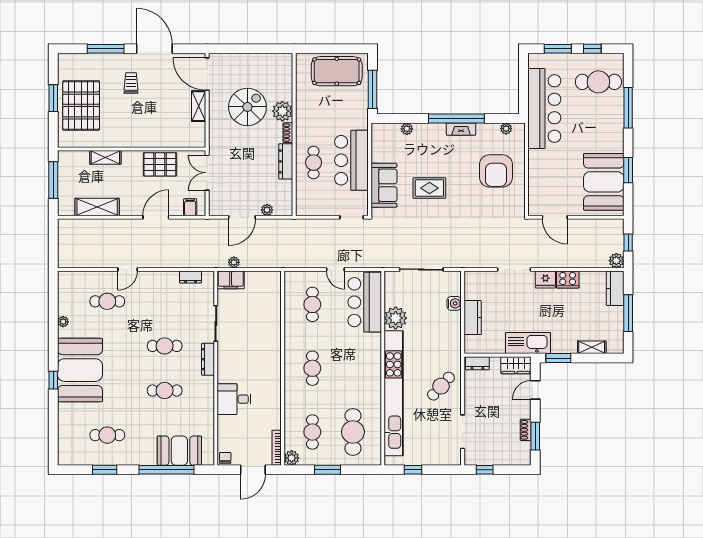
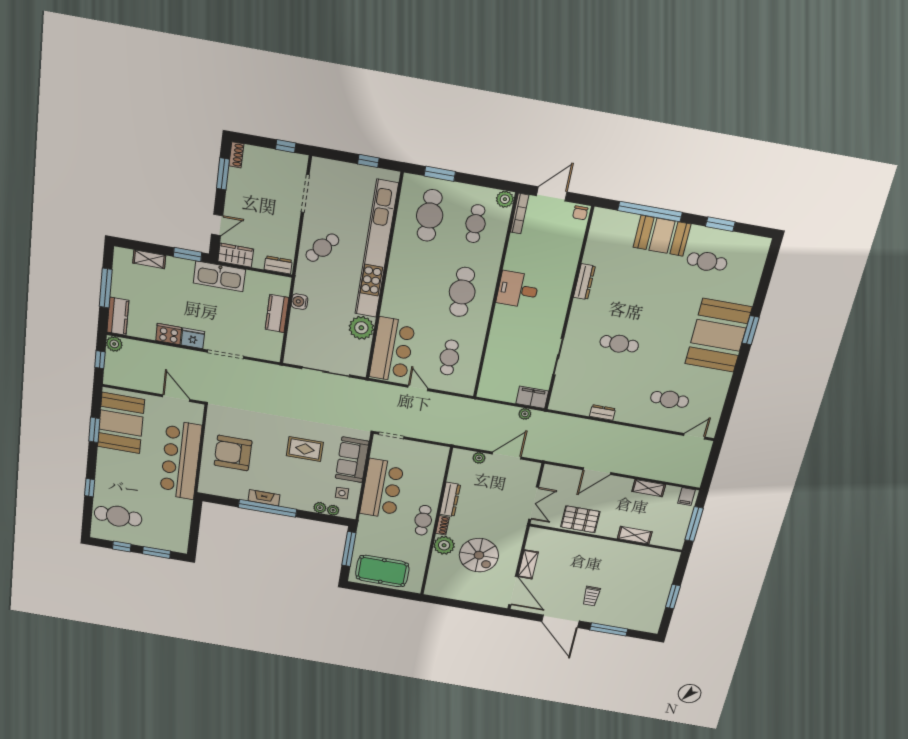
pallet: (81, 105) -> (647, 585), removed
spiral stairs: (247, 107) -> (479, 555), turned -90
bar counter: (544, 108) -> (181, 460), moved
window: (628, 108) -> (90, 488), width x0.46
plant: (506, 129) -> (333, 510), moved
side table: (388, 148) -> (342, 493), added
cafe table: (314, 163) -> (423, 520), moved
armchair: (496, 171) -> (233, 453), turned -90
shelving: (97, 207) -> (649, 488), width x0.67, depth x0.75
filing cabinet: (190, 207) -> (686, 497), moved
door: (128, 269) -> (694, 436), moved
dresser: (191, 277) -> (603, 412), moved
water cooler: (454, 303) -> (300, 302), moved
plant: (63, 322) -> (723, 388), removed
dresser: (208, 359) -> (584, 282), moved
cafe table: (312, 368) -> (462, 292), width x1.37, depth x1.35
window: (53, 380) -> (751, 330), width x1.50
cafe table: (165, 391) -> (631, 298), removed
desk: (234, 399) -> (518, 290), moved, turned 180
shoe rack: (526, 430) -> (236, 155), moved
booth: (179, 451) -> (662, 236), moved
window: (328, 470) -> (440, 174), moved

